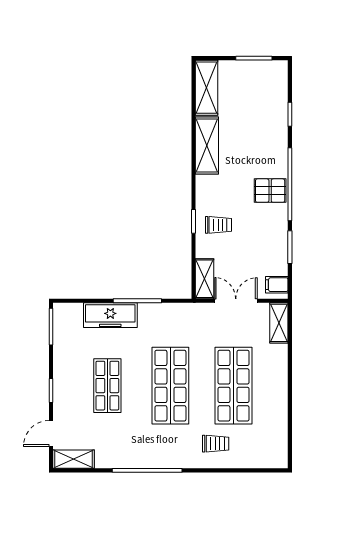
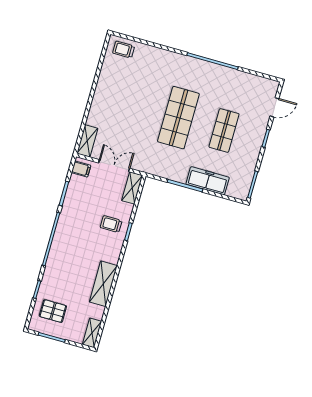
shelving: (207, 88) -> (92, 333), width x0.67, depth x0.75
pallet: (270, 191) -> (53, 311), moved
double door: (236, 301) -> (114, 166), swing flipped
shop shelf: (233, 386) -> (133, 105), removed
trolley: (216, 444) -> (124, 50), moved
shelving: (73, 459) -> (263, 84), removed

